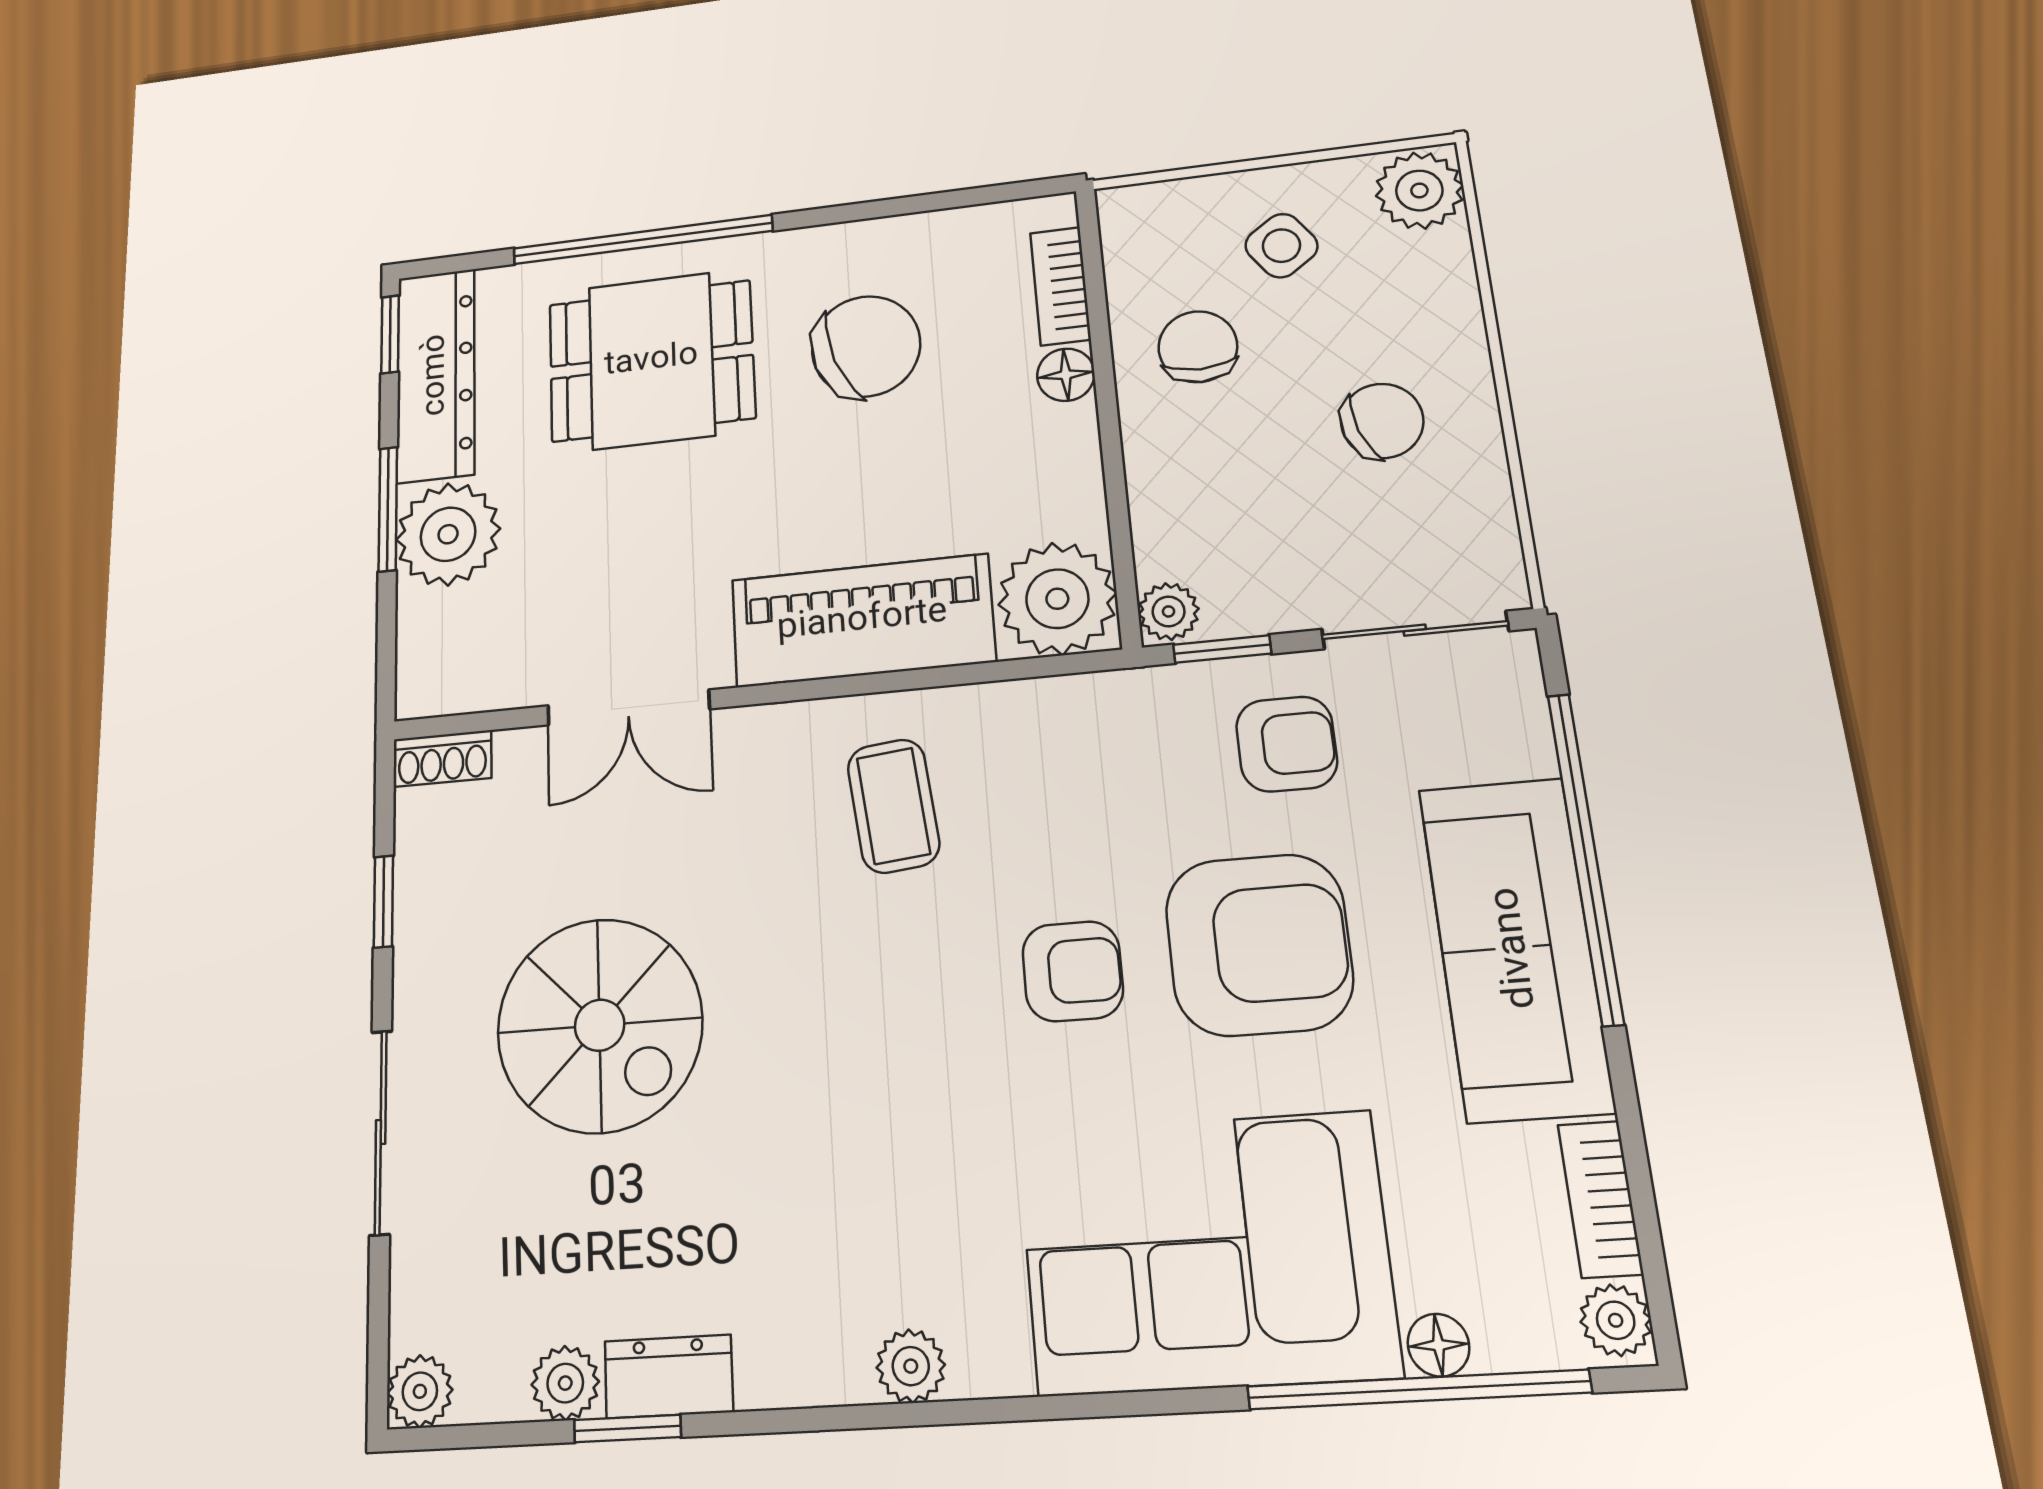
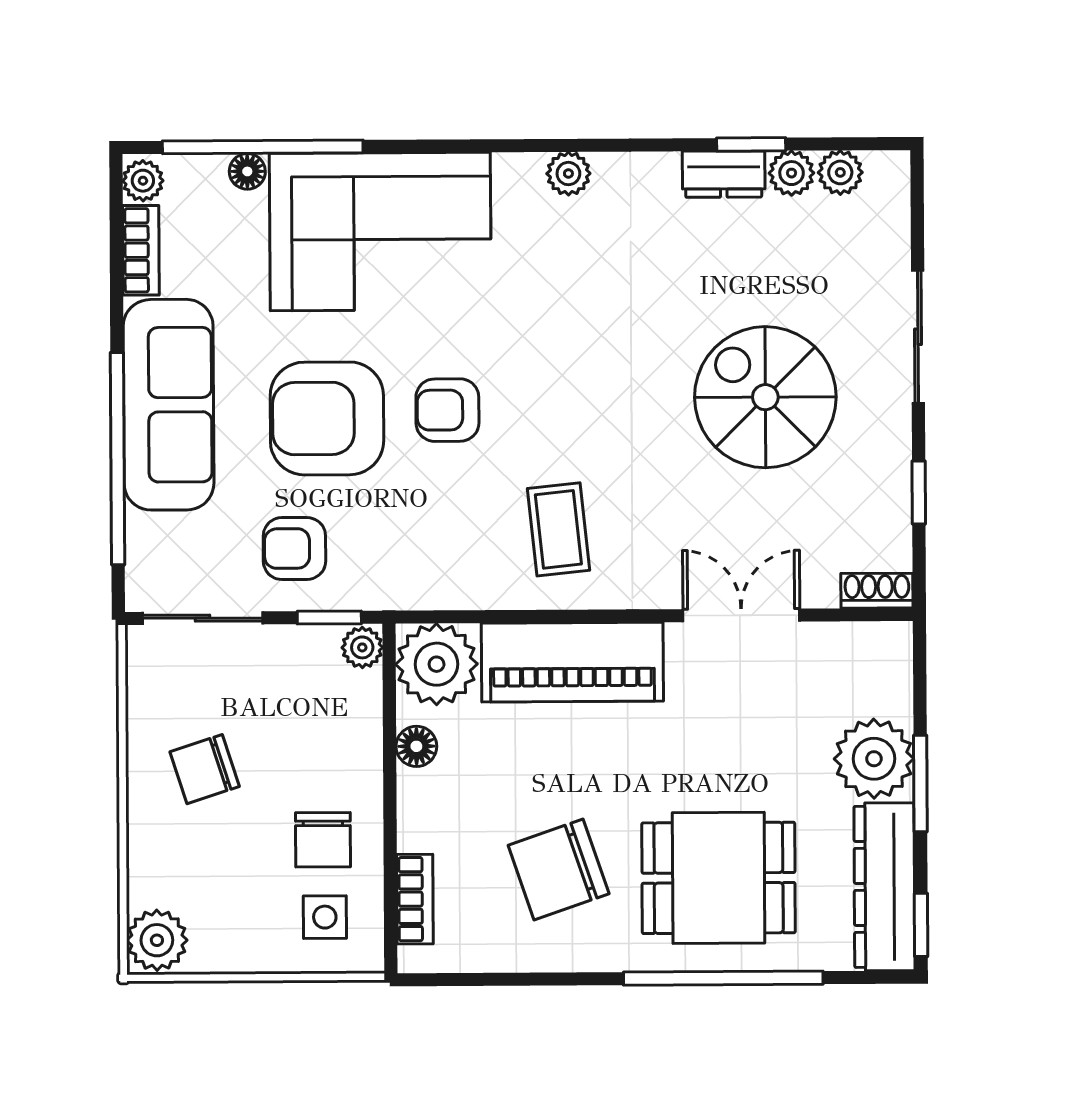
side table: (1281, 246) -> (325, 917), moved, turned 35
floor lamp: (1066, 375) -> (416, 746), moved
plant: (420, 1391) -> (840, 172), moved

